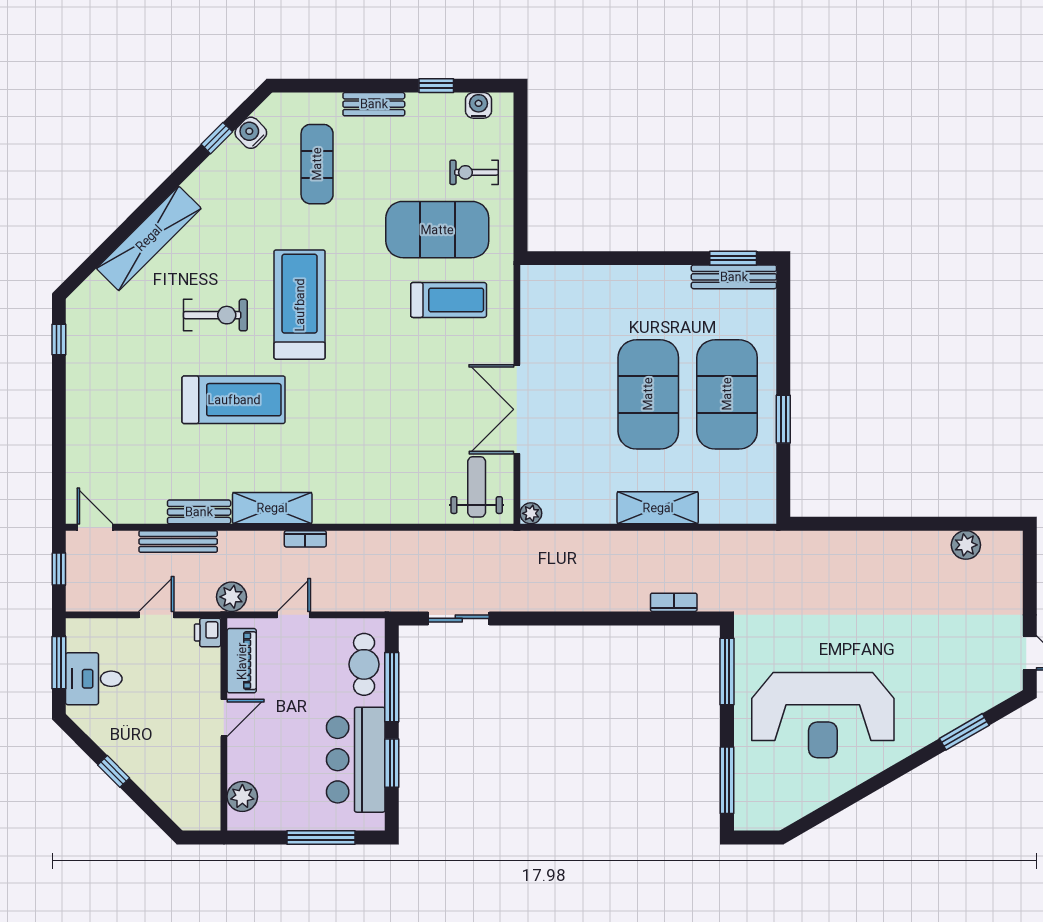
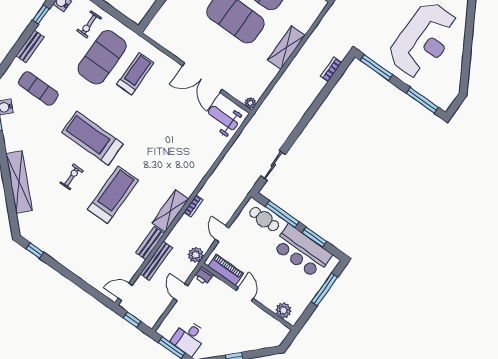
exercise bike: (215, 315) -> (72, 177), width x0.73, depth x0.72

